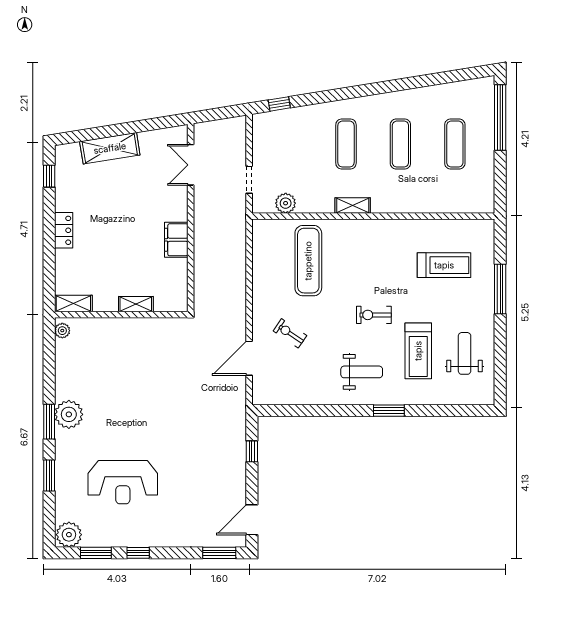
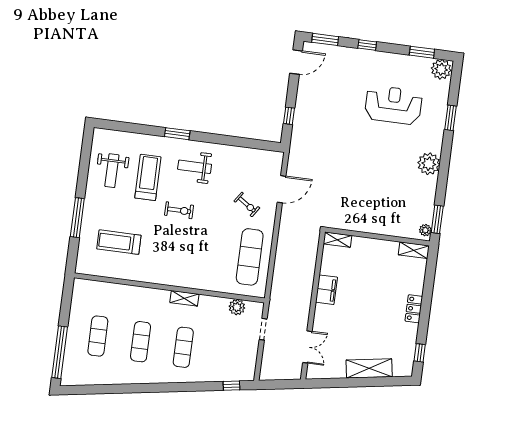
exercise mat: (308, 261) -> (250, 257), moved
shelving: (136, 304) -> (337, 240), moved
window: (49, 422) -> (437, 219), moved
window: (138, 553) -> (367, 45), moved

